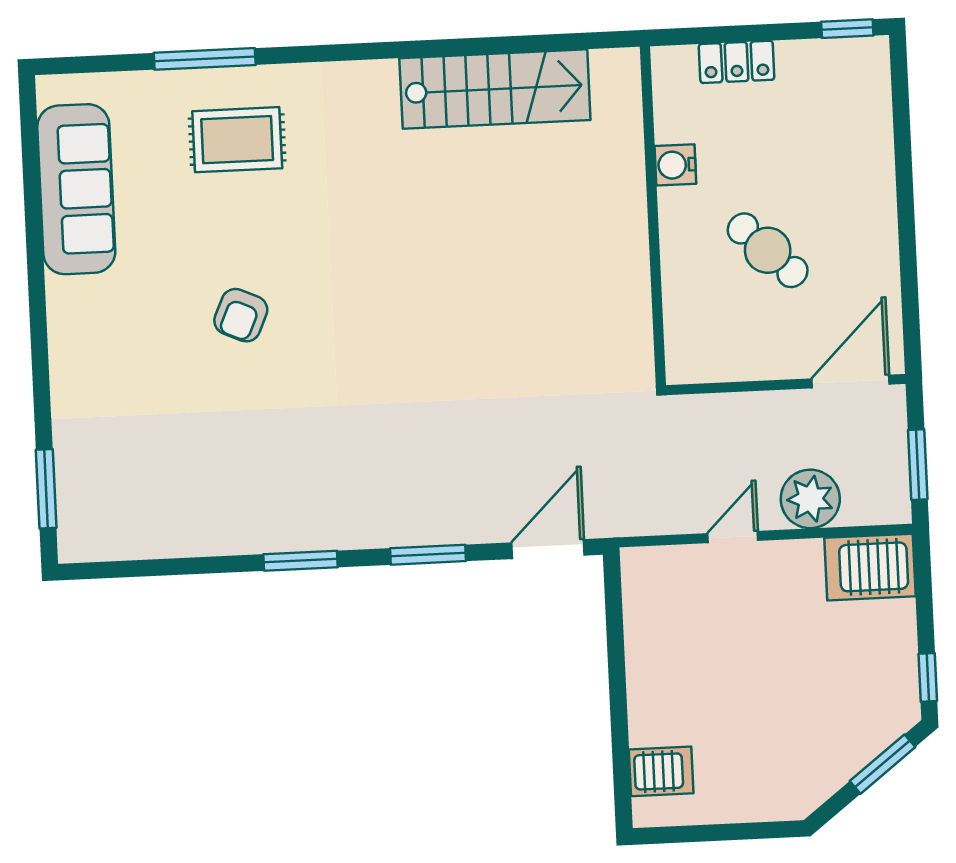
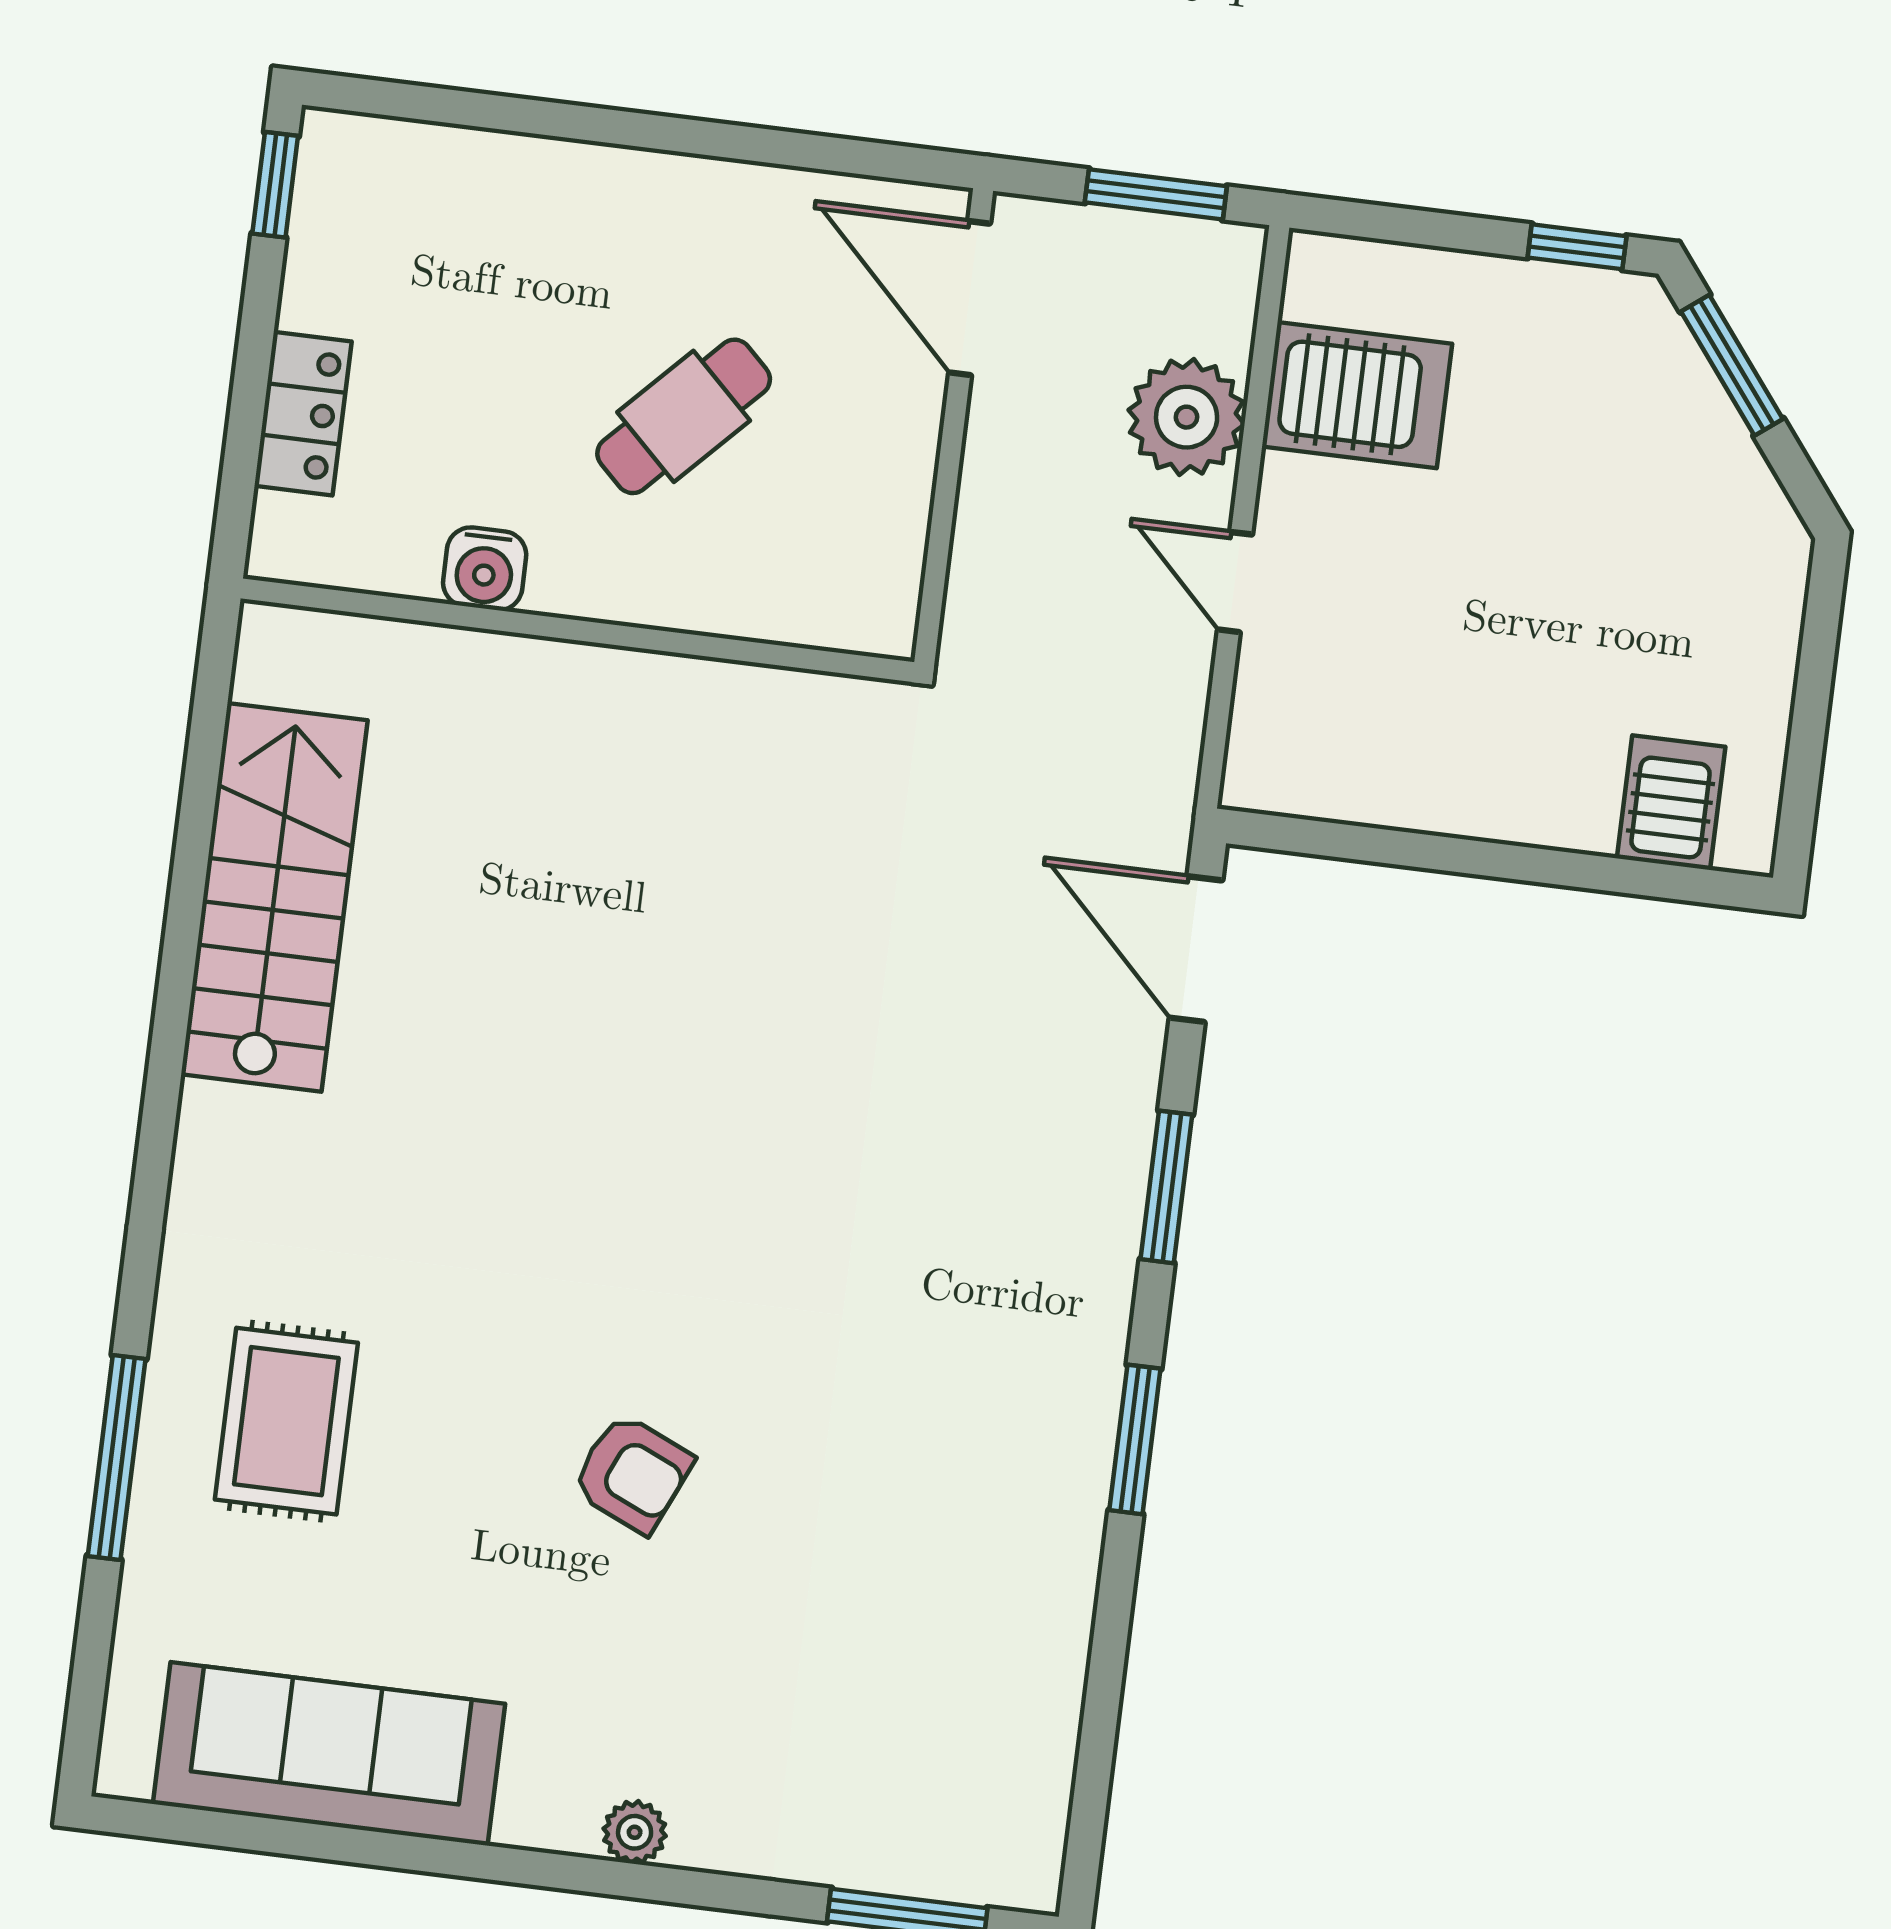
plant: (64, 347) -> (635, 1832), added
server rack: (870, 567) -> (1357, 395), moved, turned -90

